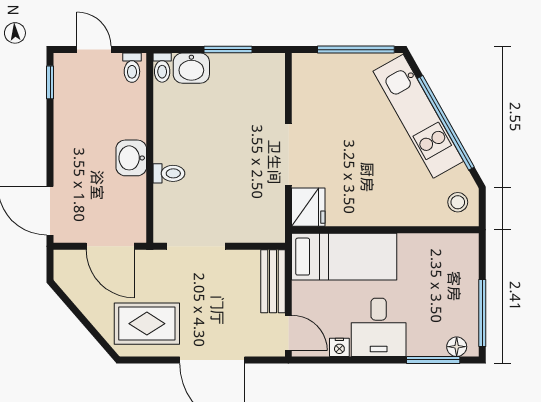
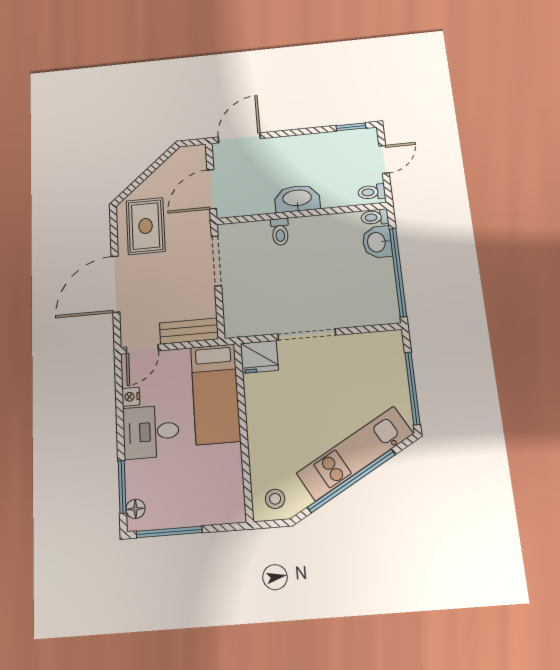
window: (228, 50) -> (398, 272), width x2.11
washbasin: (131, 158) -> (297, 199), width x1.38

